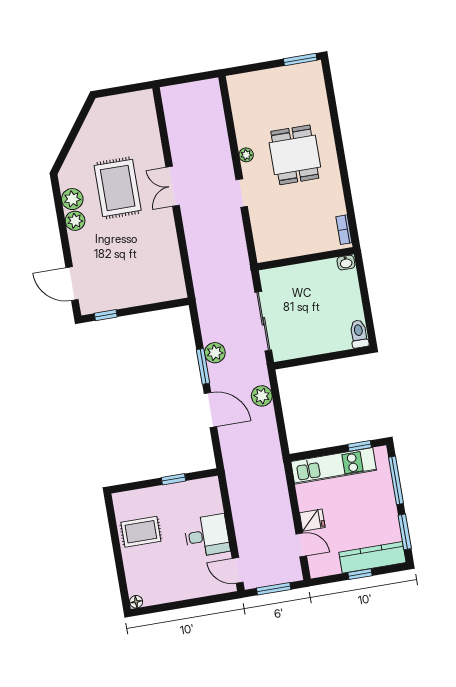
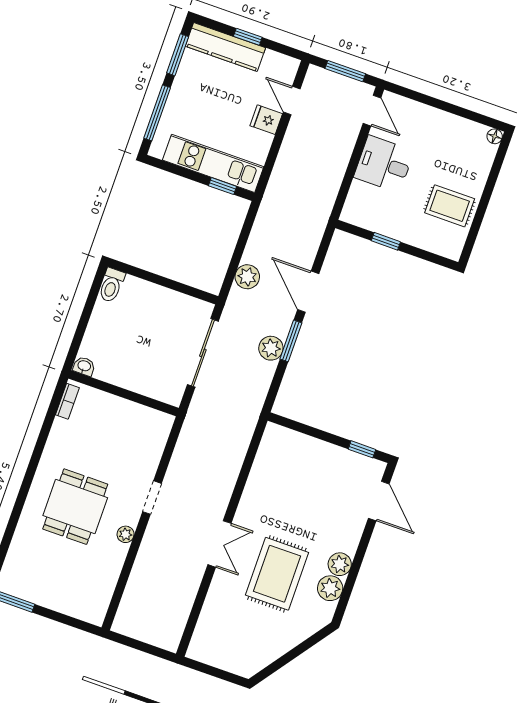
window: (360, 446) -> (222, 186), moved

